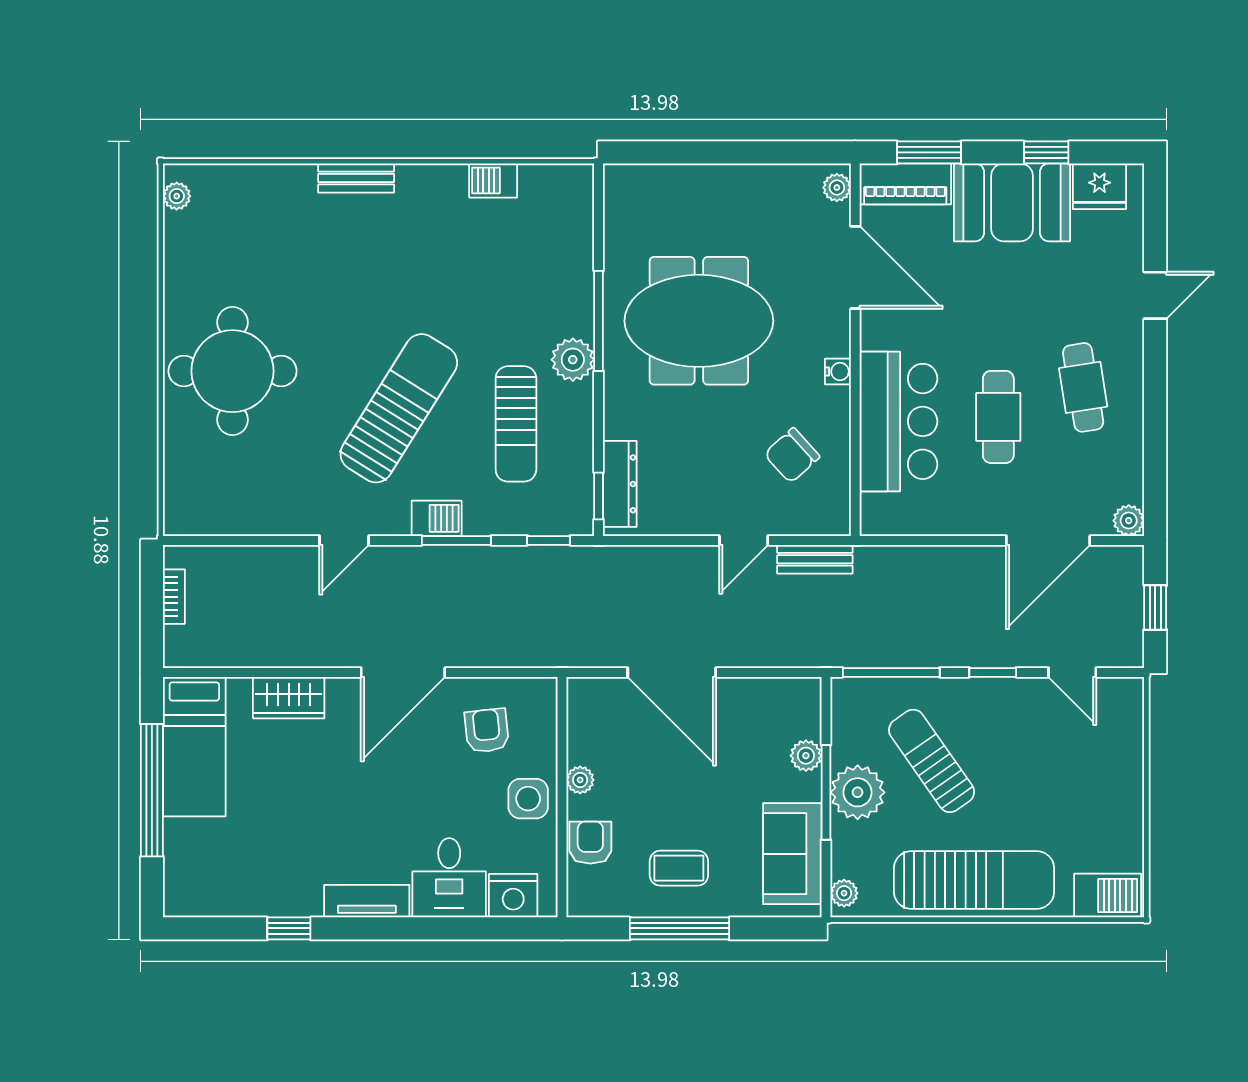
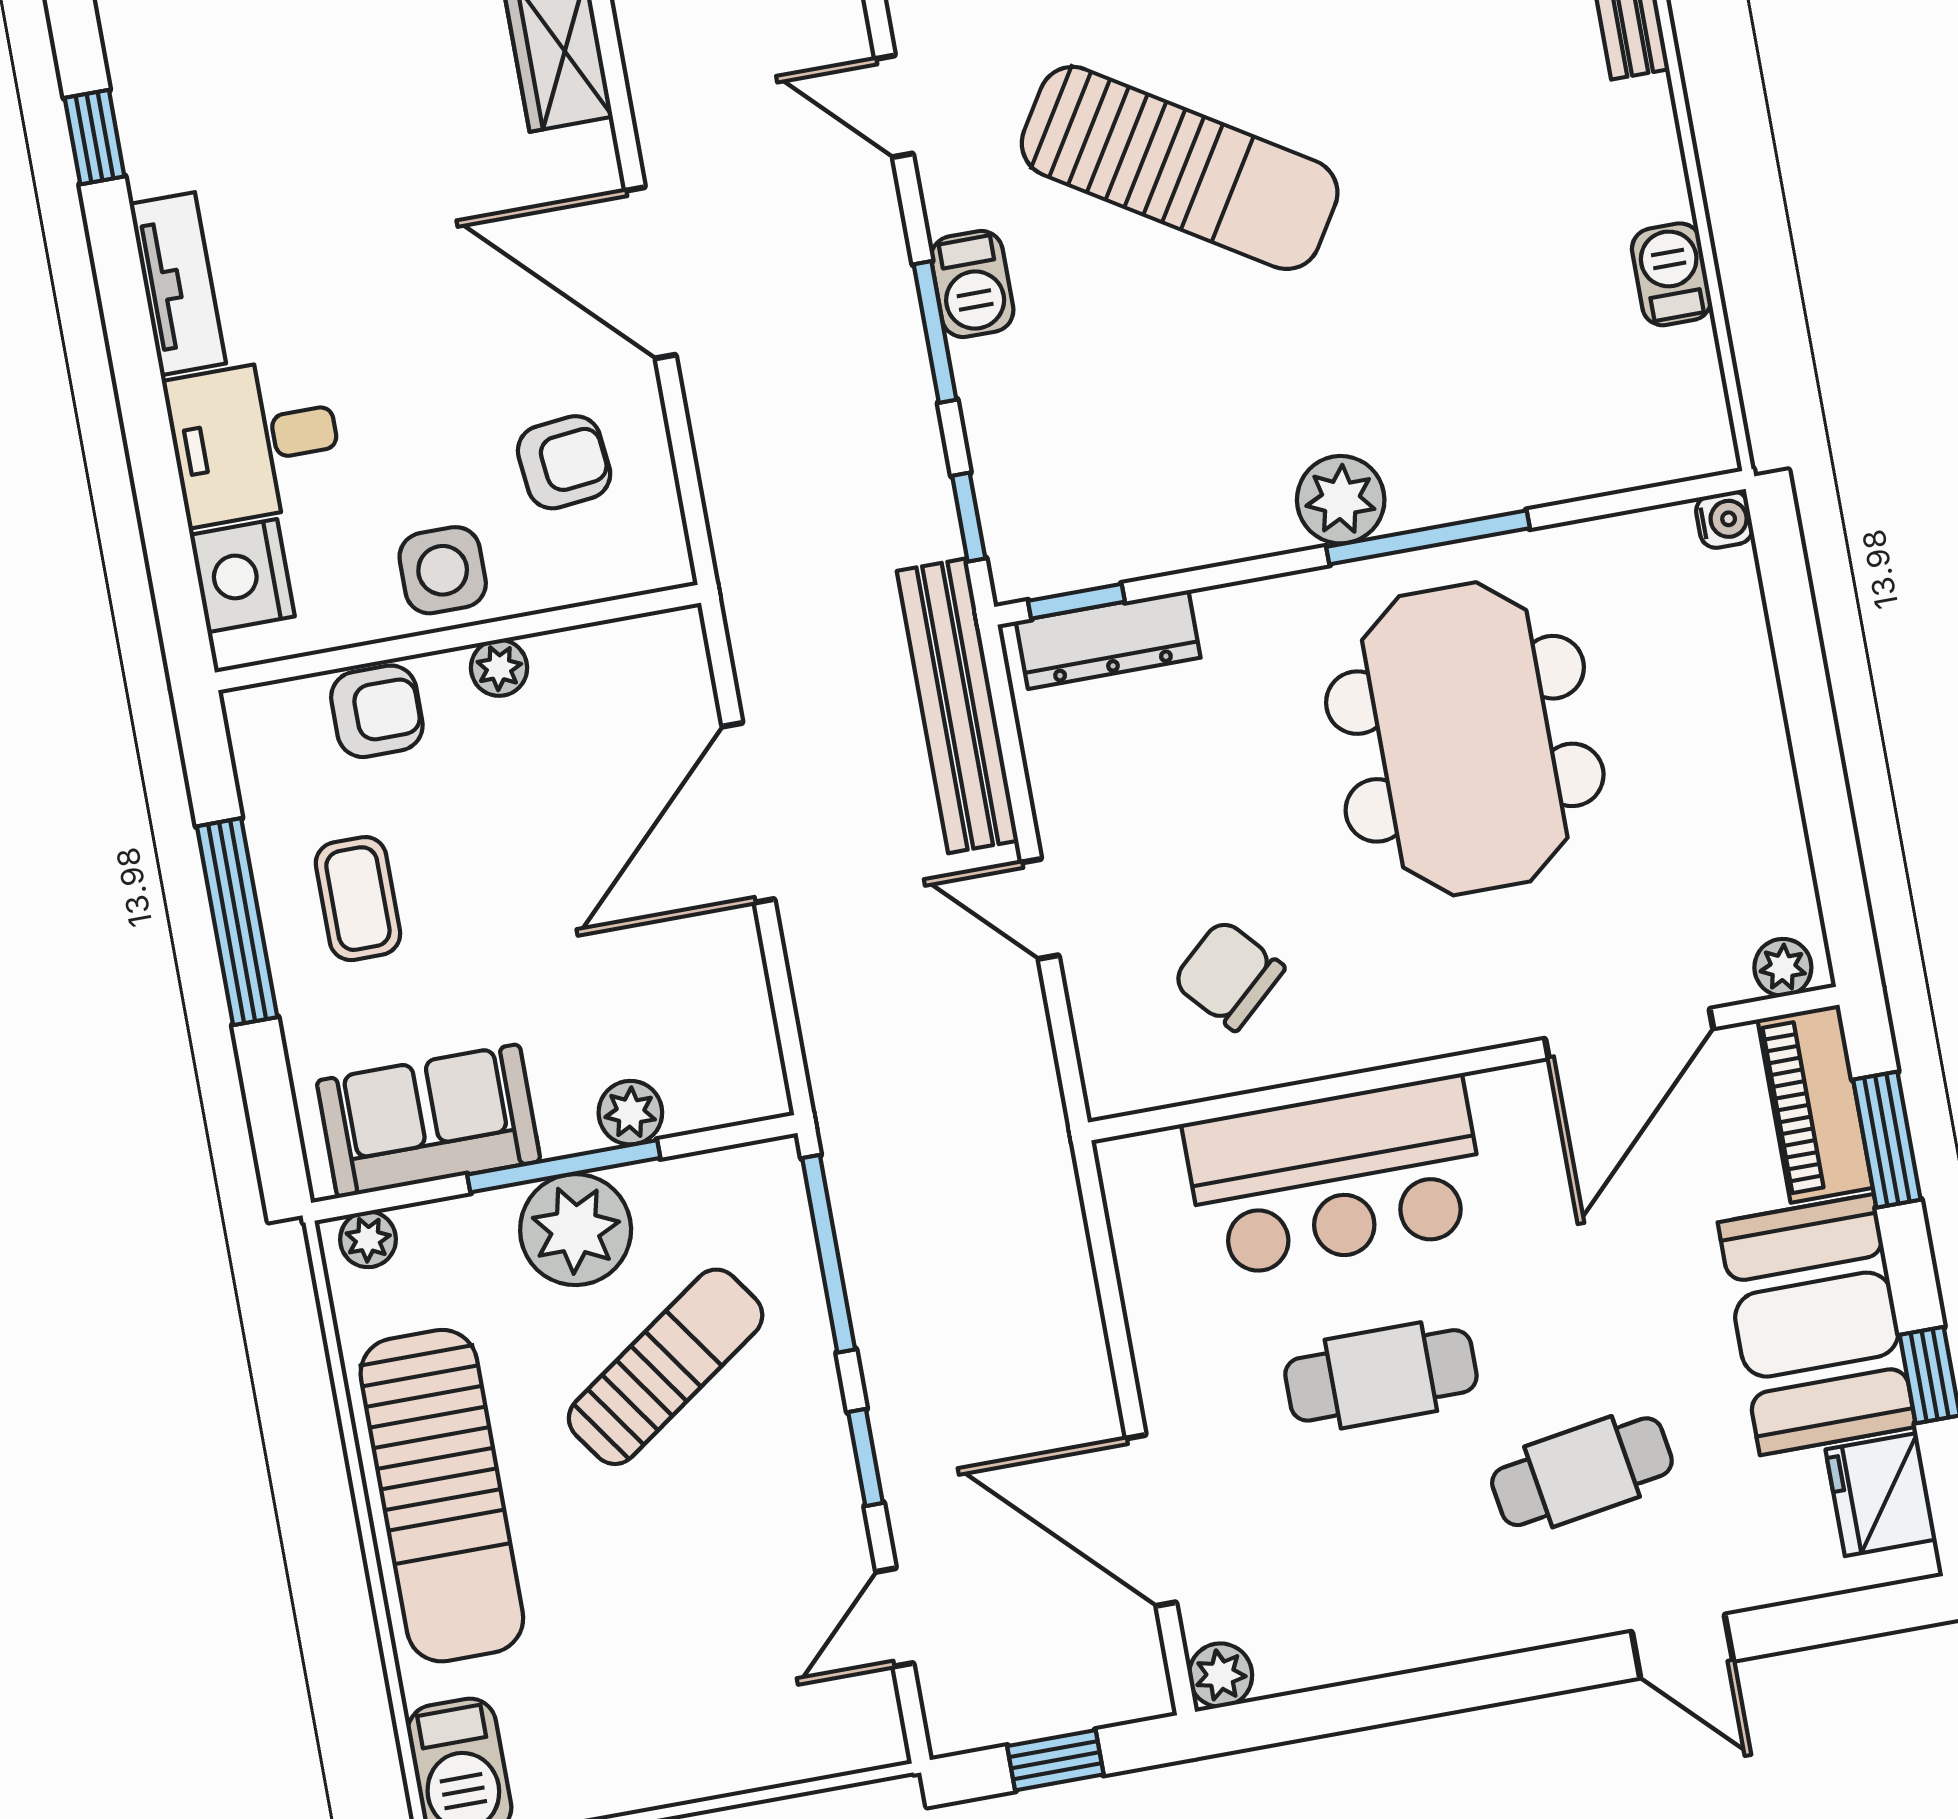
water cooler: (838, 372) -> (1724, 520), moved, turned -90
cafe table: (1083, 387) -> (1582, 1472), moved
sun lounger: (516, 424) -> (1191, 409), removed
bench: (815, 559) -> (958, 706), moved, width x1.86, depth x1.21

